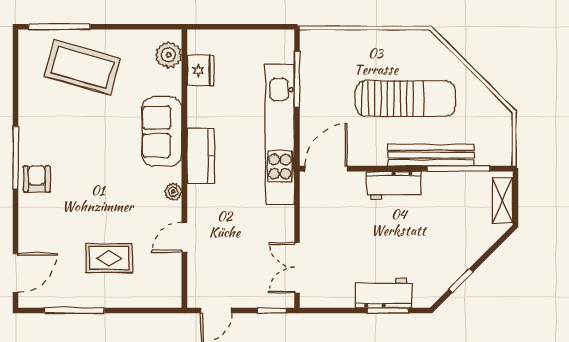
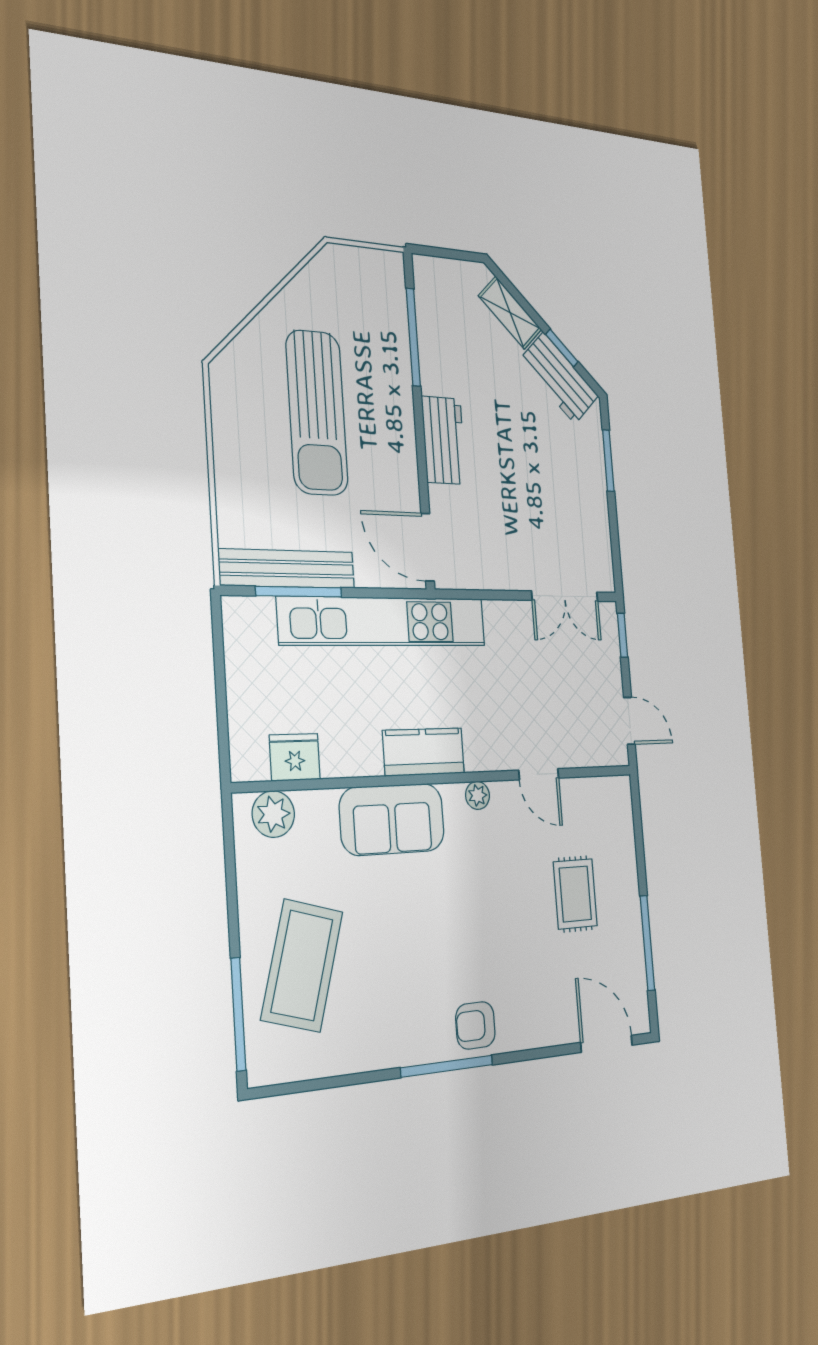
sun lounger: (406, 98) -> (317, 413), turned 180
bench: (431, 155) -> (287, 569), moved, turned 90
shelving: (502, 200) -> (510, 313), moved, turned 45
workbench: (383, 293) -> (559, 378), moved, turned -45

